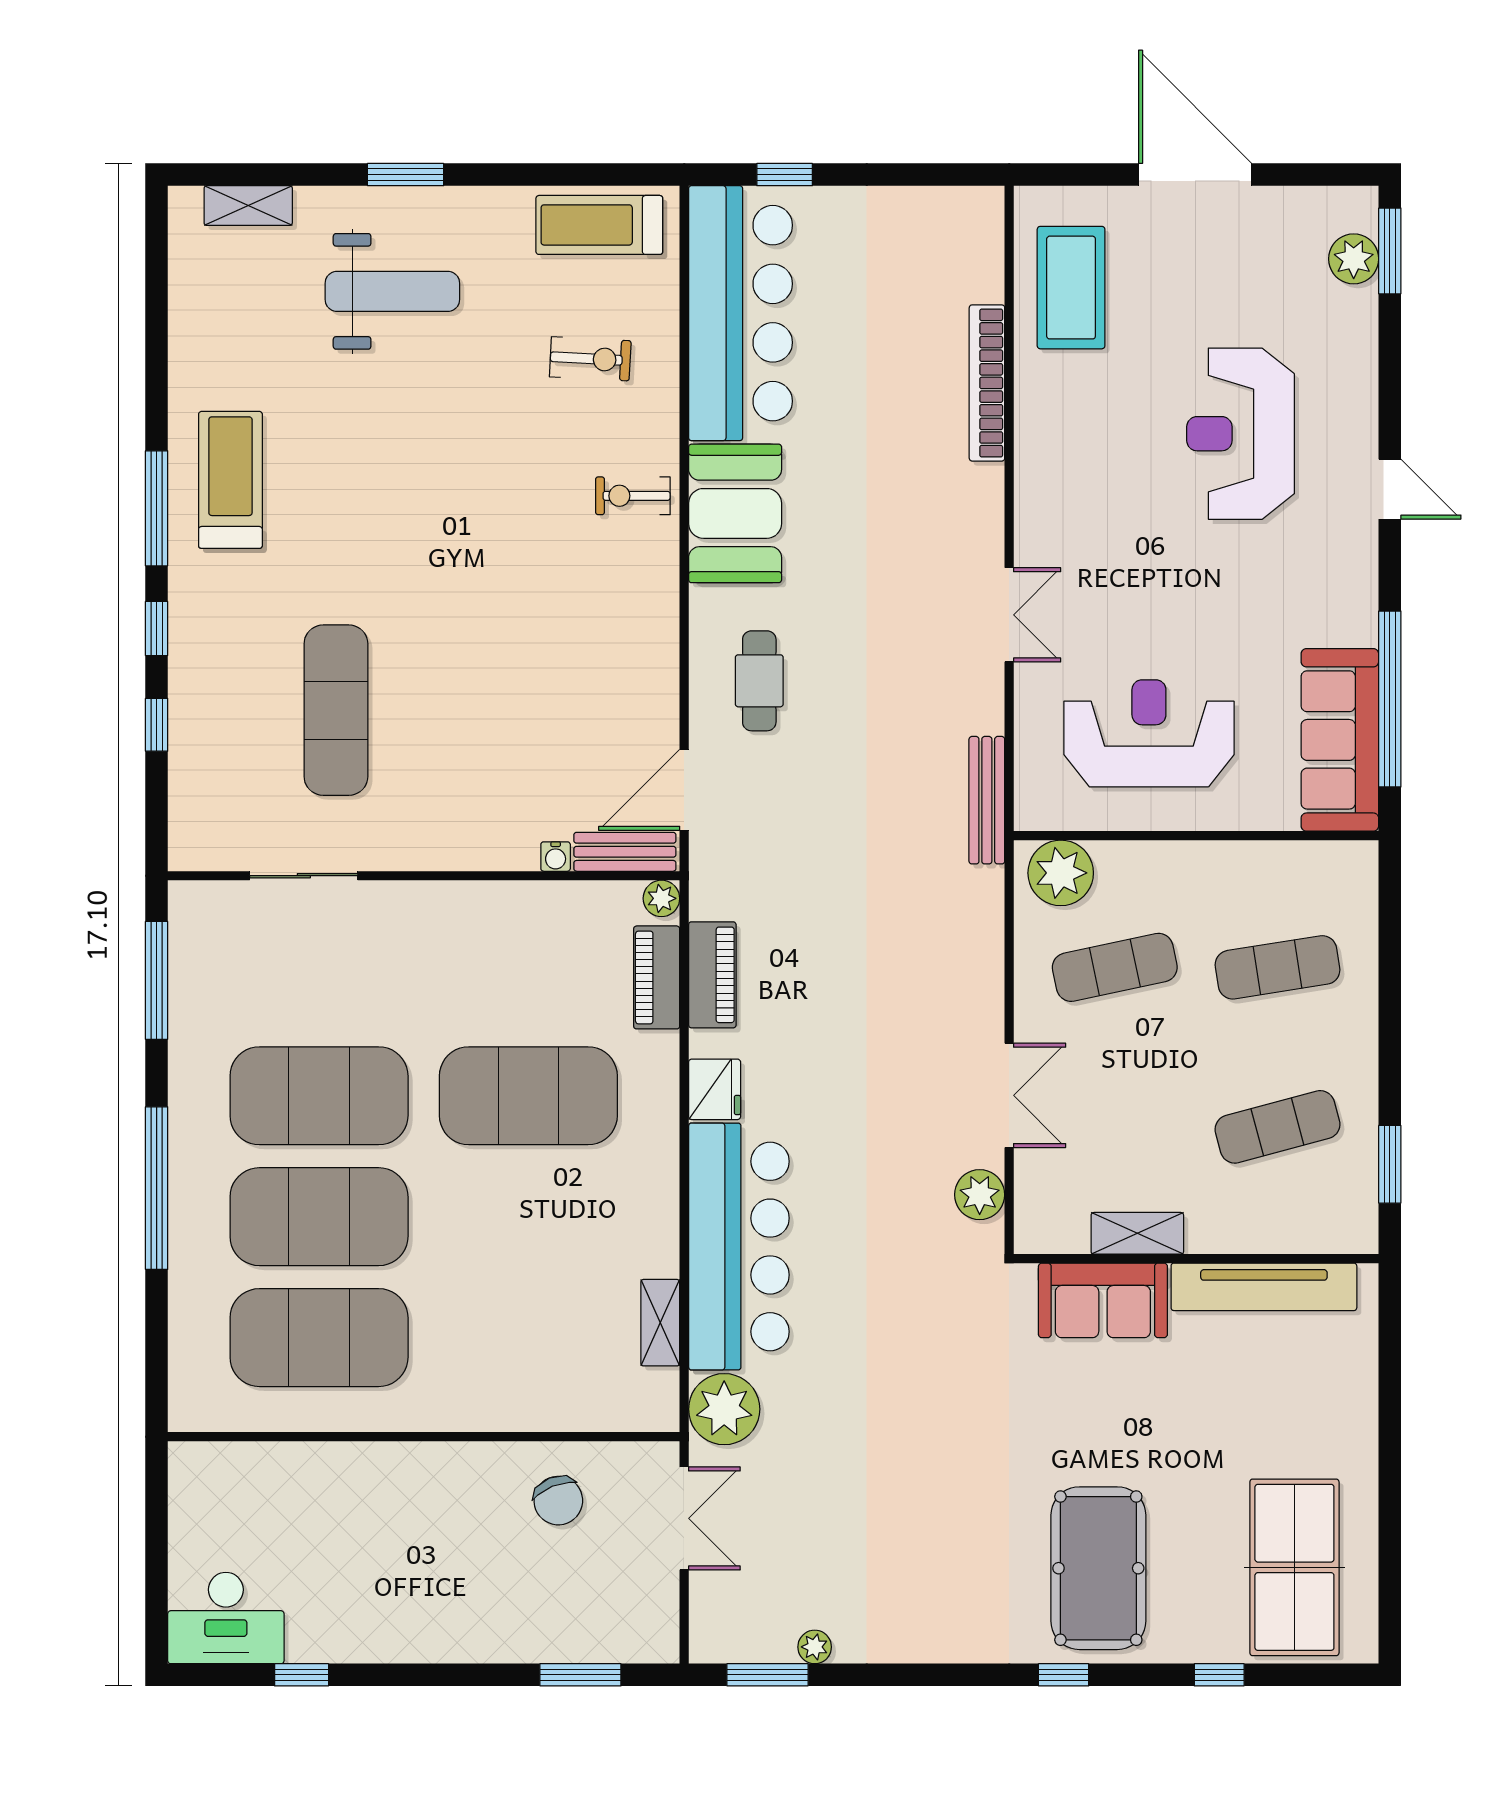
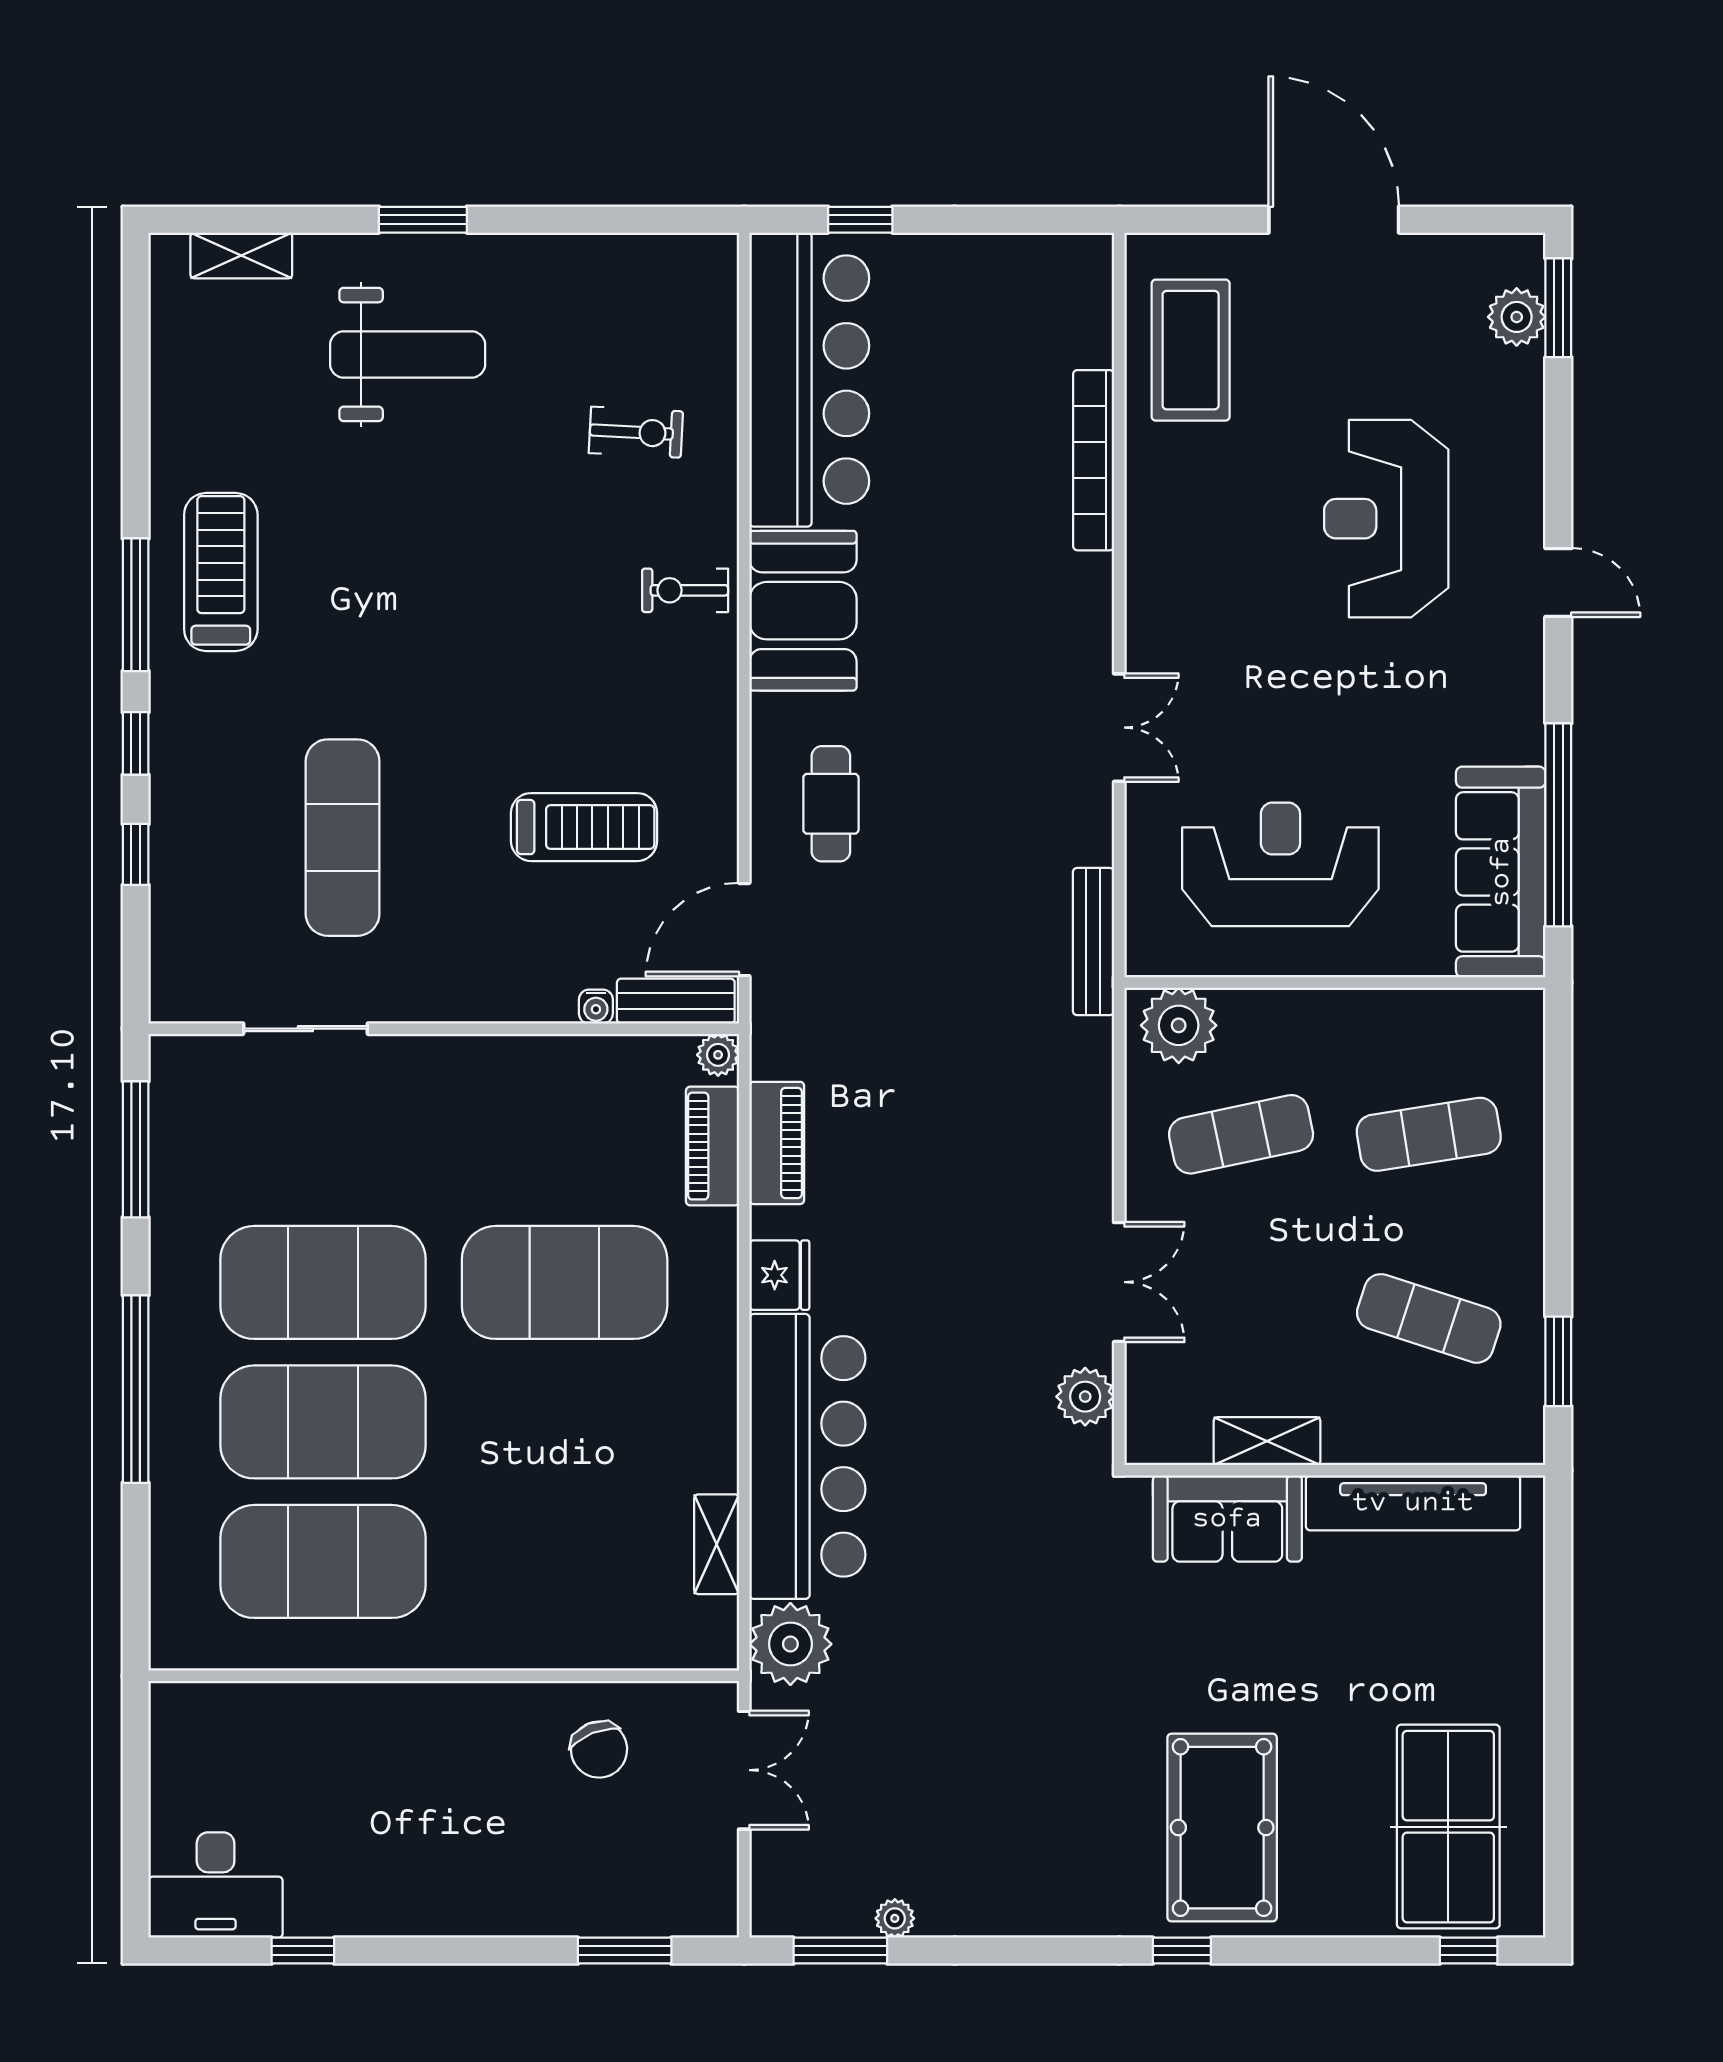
treadmill: (599, 225) -> (584, 827), moved, turned 180
exercise mat: (1277, 1127) -> (1429, 1318), turned 33
window: (1219, 1675) -> (1469, 1951), moved

